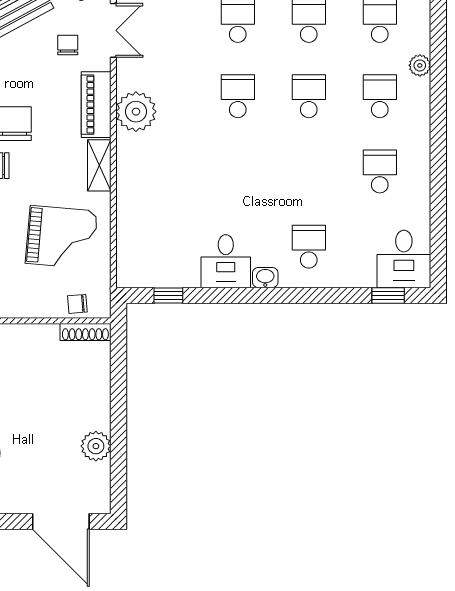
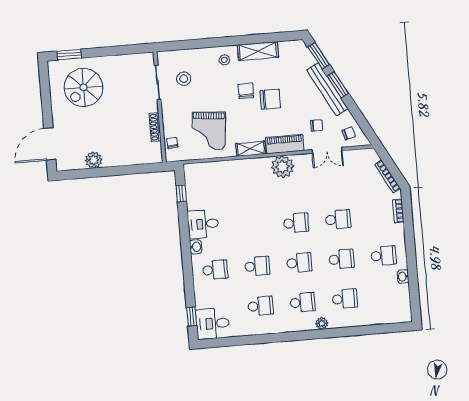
school desk: (309, 171) -> (257, 266), added
shoe rack: (85, 332) -> (155, 127), moved

